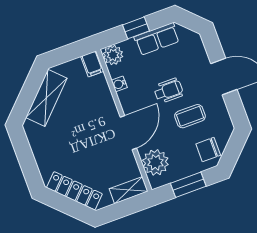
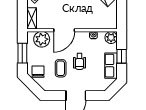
filing cabinet: (92, 64) -> (110, 24), removed
door: (128, 133) -> (64, 30), hinge flipped

